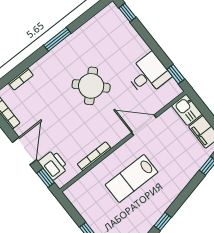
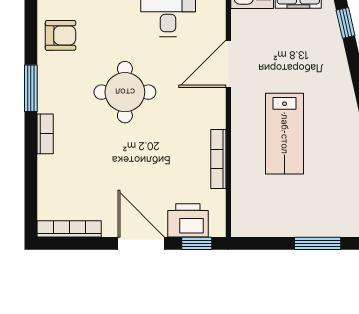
armchair: (94, 33) -> (61, 35), added
bookcase: (21, 79) -> (45, 134), moved
round table: (91, 86) -> (125, 92), turned 45

